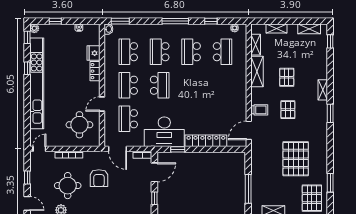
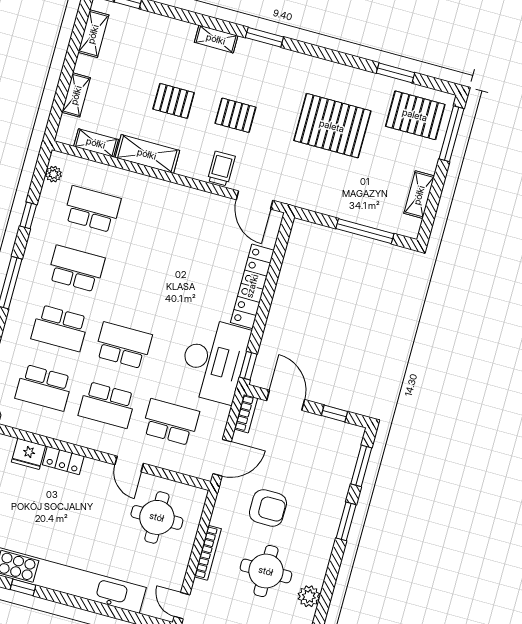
school desk: (191, 52) -> (76, 269), turned 180
school desk: (128, 119) -> (171, 422), turned 180
window: (178, 149) -> (248, 366), moved

